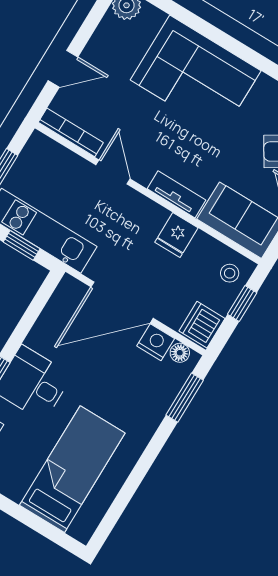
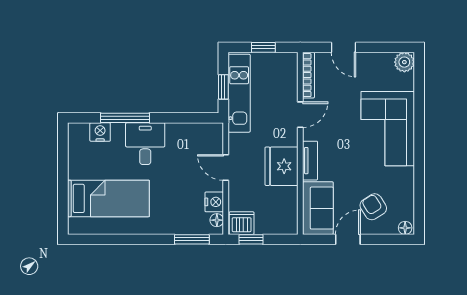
fridge: (176, 235) -> (282, 166), width x1.88, depth x1.34
stool: (230, 273) -> (282, 221), removed
door: (122, 302) -> (226, 167), width x0.53
window: (242, 304) -> (251, 239), moved

